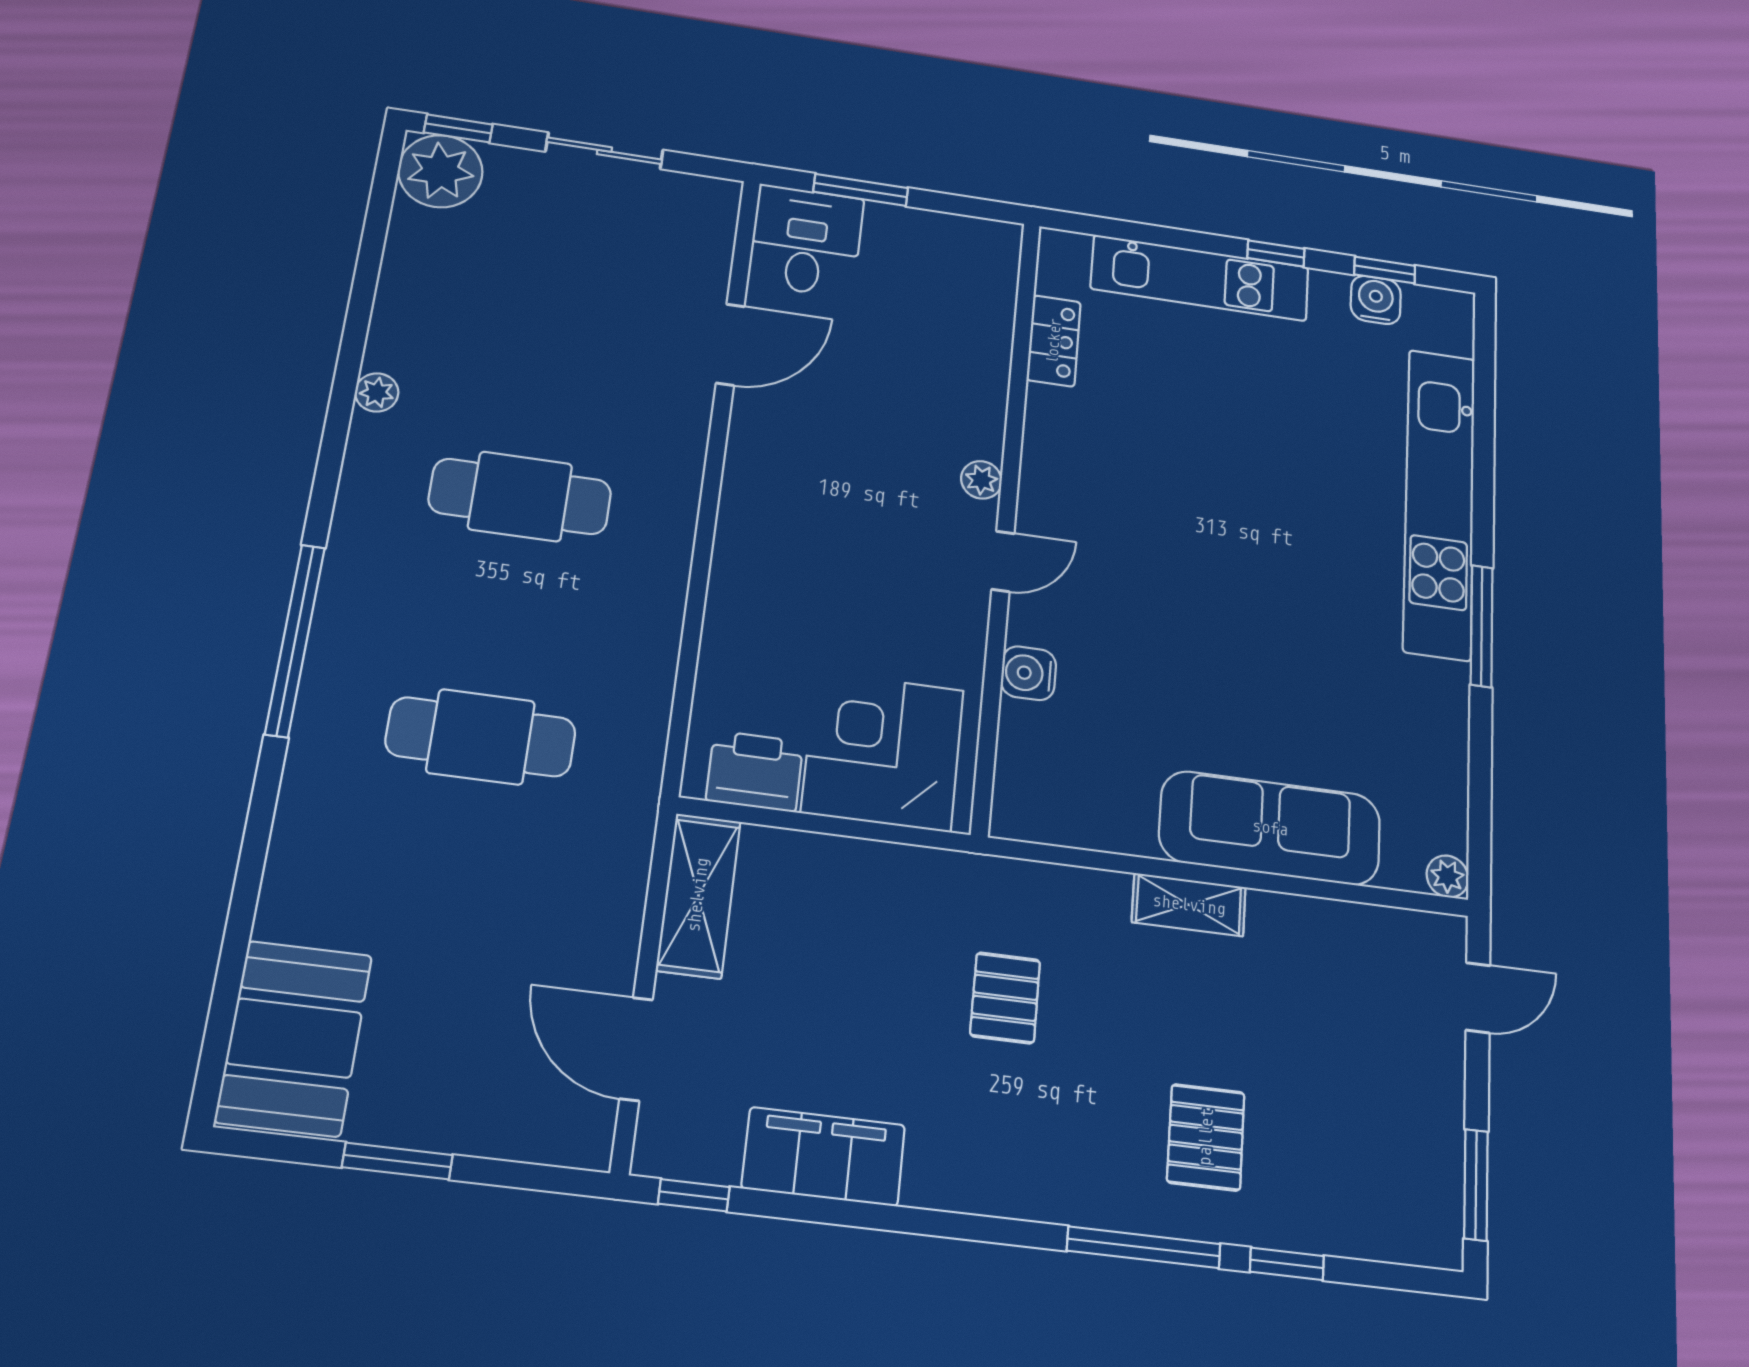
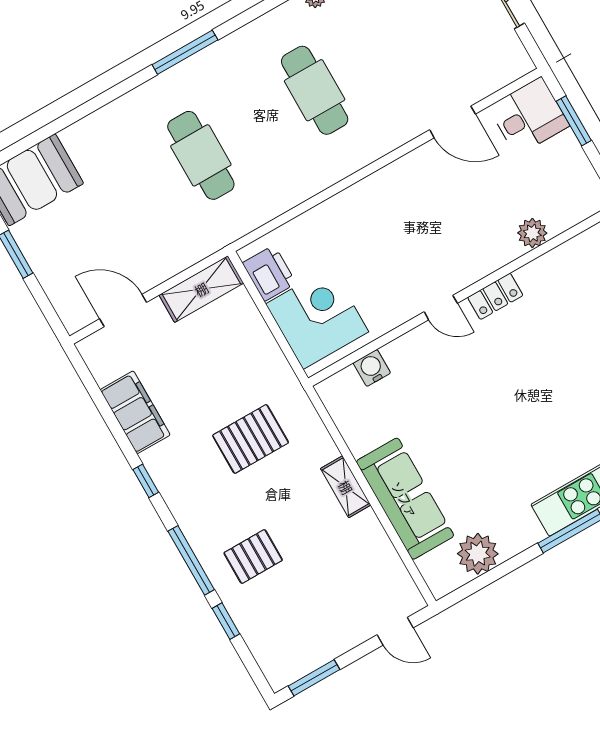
locker: (1054, 341) -> (495, 296), moved
plant: (981, 480) -> (532, 233), moved, width x1.38, depth x1.38
window: (295, 640) -> (185, 52), width x0.68
water cooler: (1028, 673) -> (372, 368), moved
plant: (1448, 876) -> (478, 554), moved, width x1.87, depth x1.87
pallet: (1005, 998) -> (251, 439), width x1.50, depth x1.42
door: (636, 1049) -> (123, 311), hinge flipped
window: (694, 1195) -> (146, 481), moved

